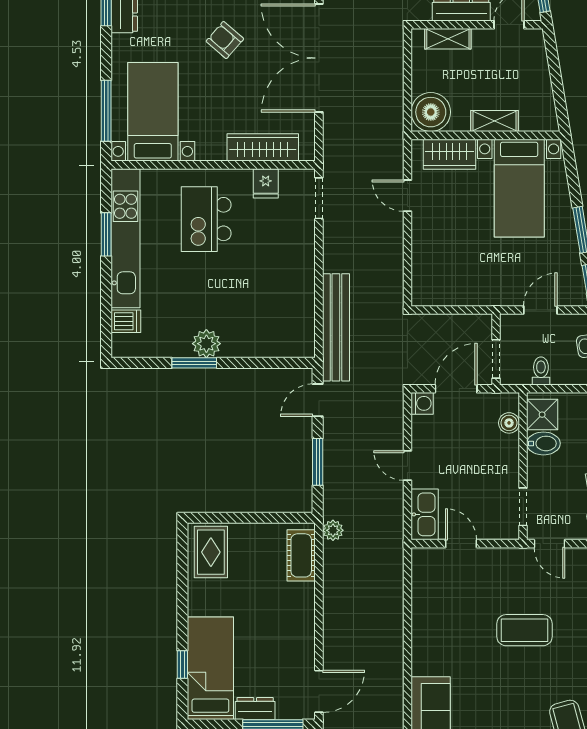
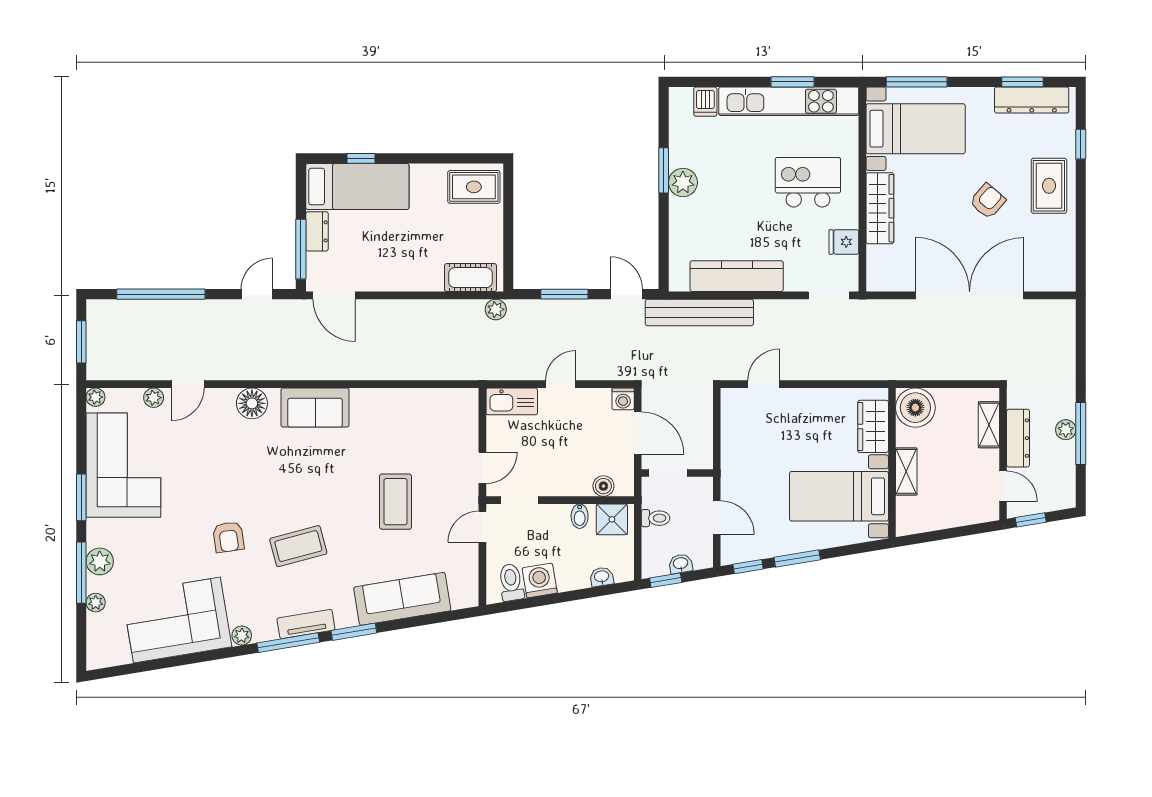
wardrobe: (263, 147) -> (880, 208), moved
door: (407, 196) -> (764, 384), moved
kitchen counter: (300, 290) -> (737, 276), added
bidet: (543, 443) -> (580, 516), width x0.72, depth x0.74
door: (461, 544) -> (482, 468), moved

